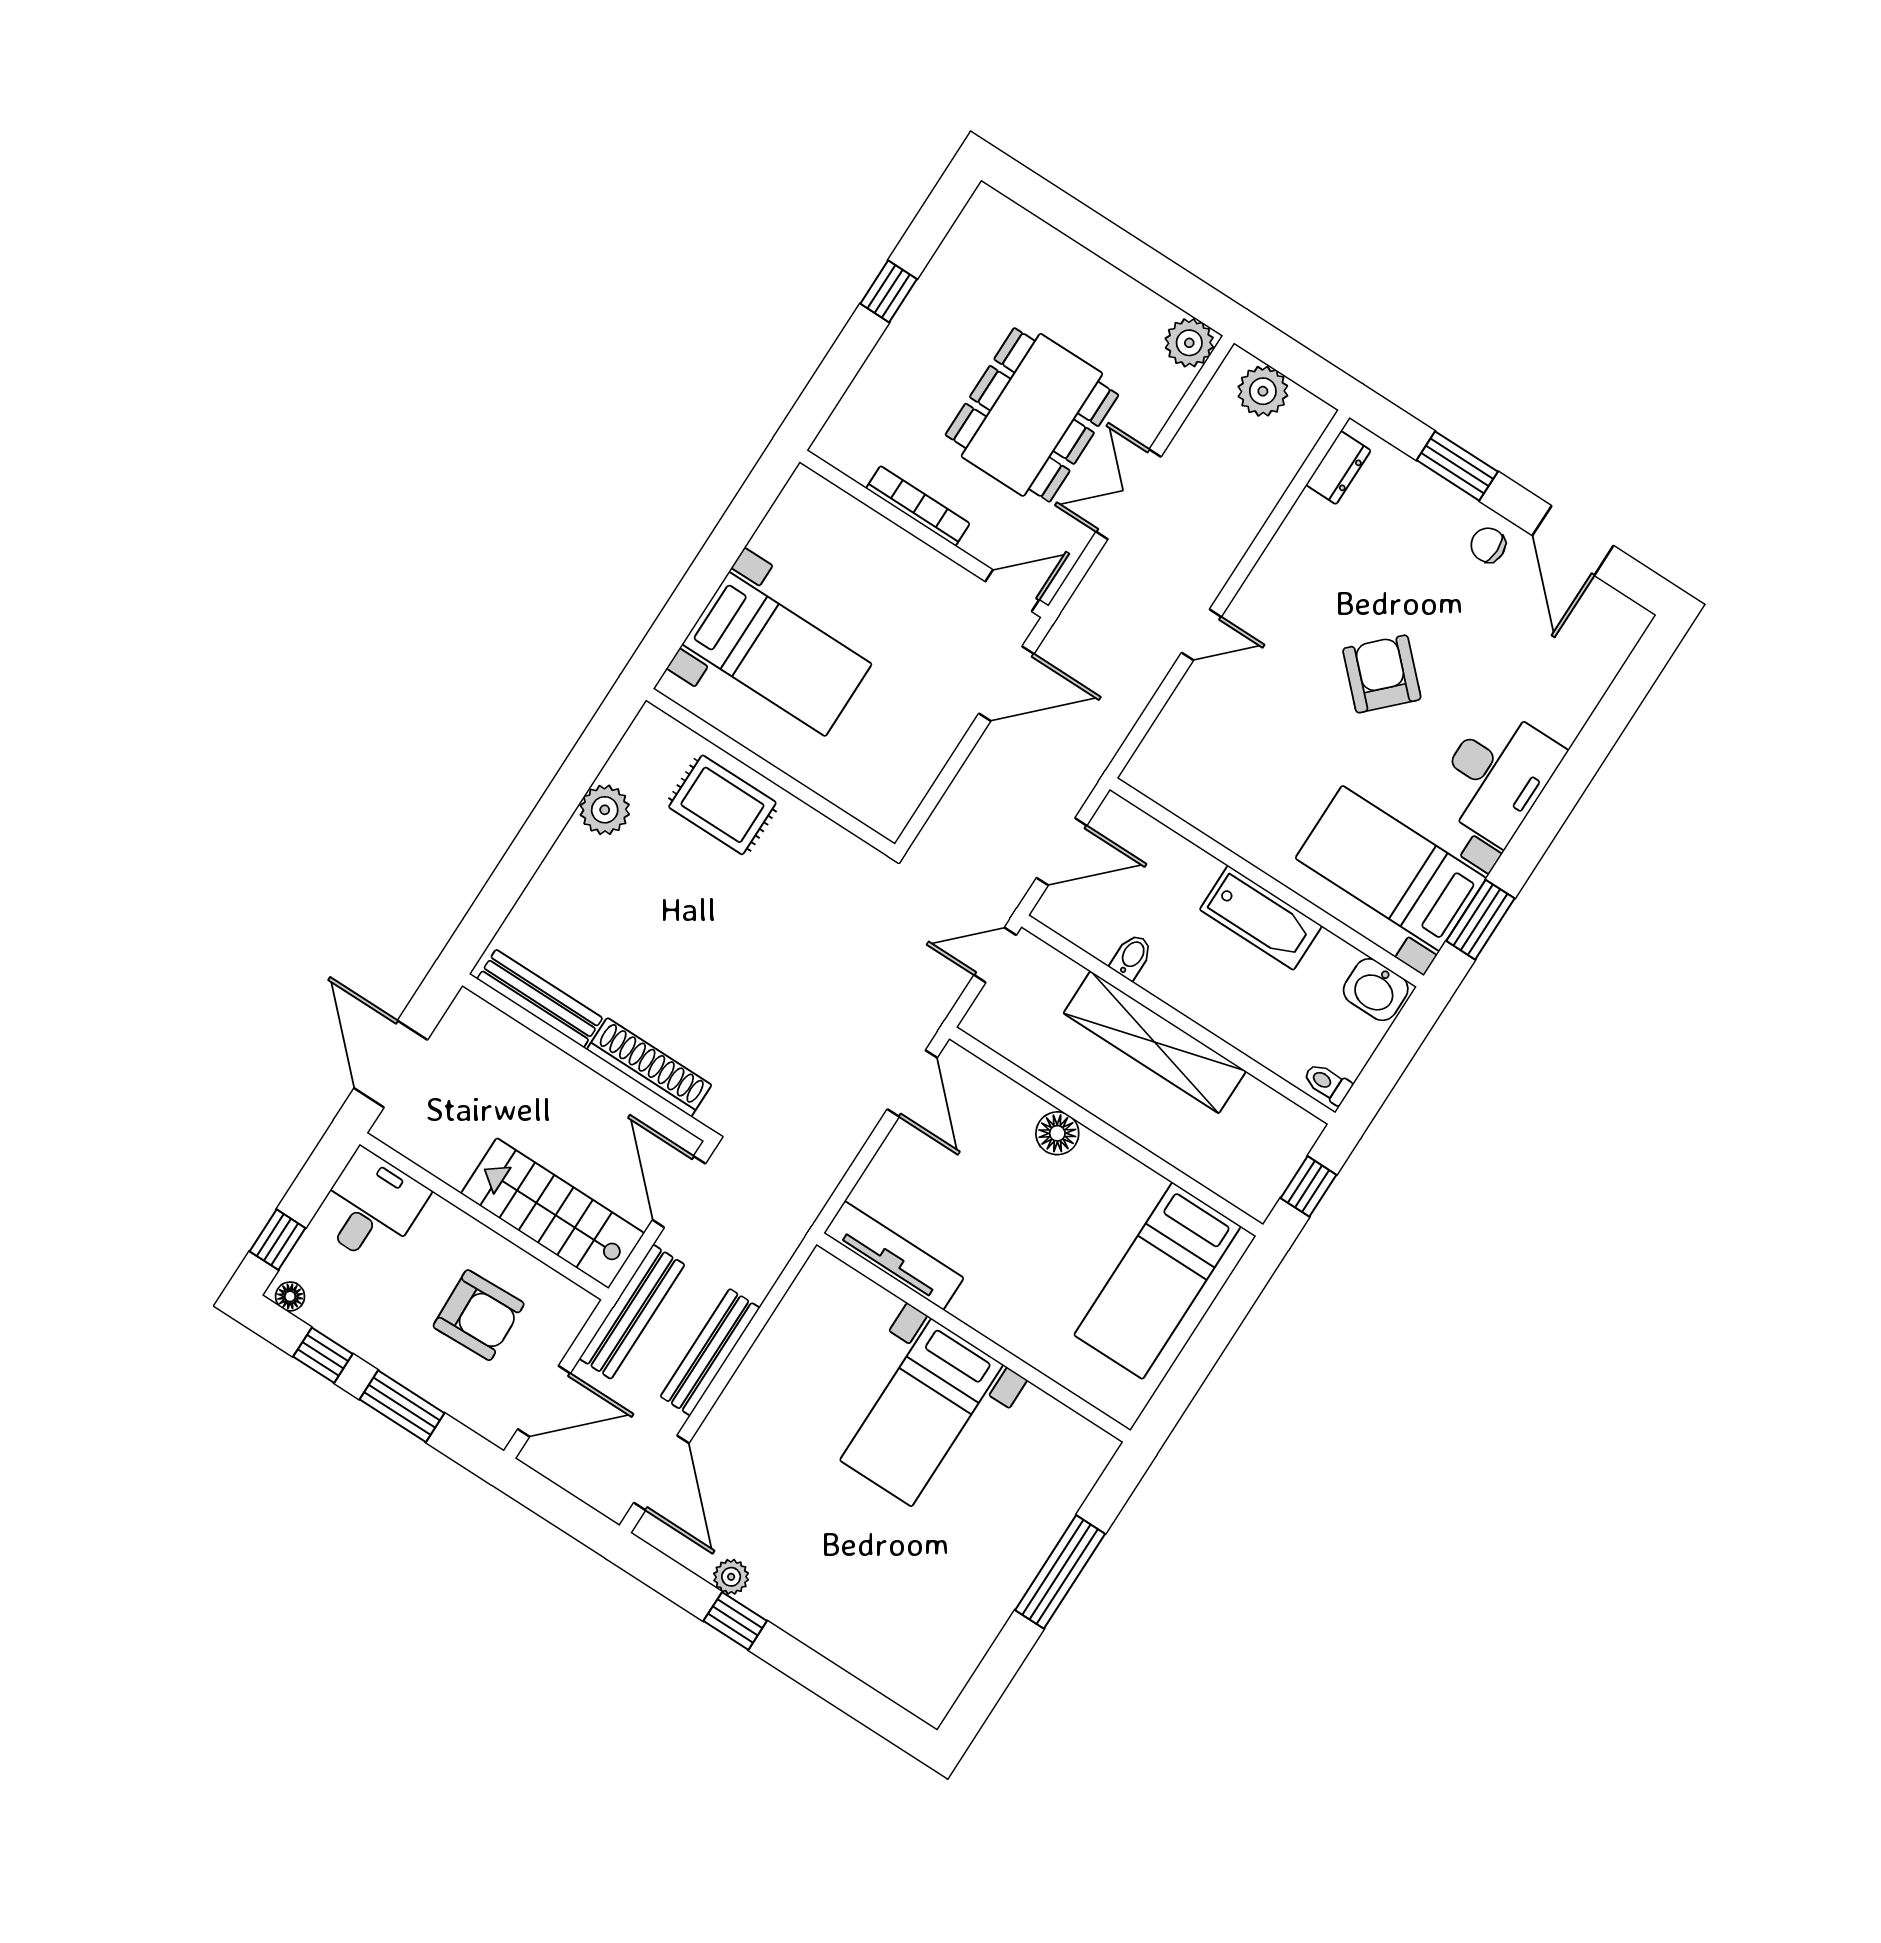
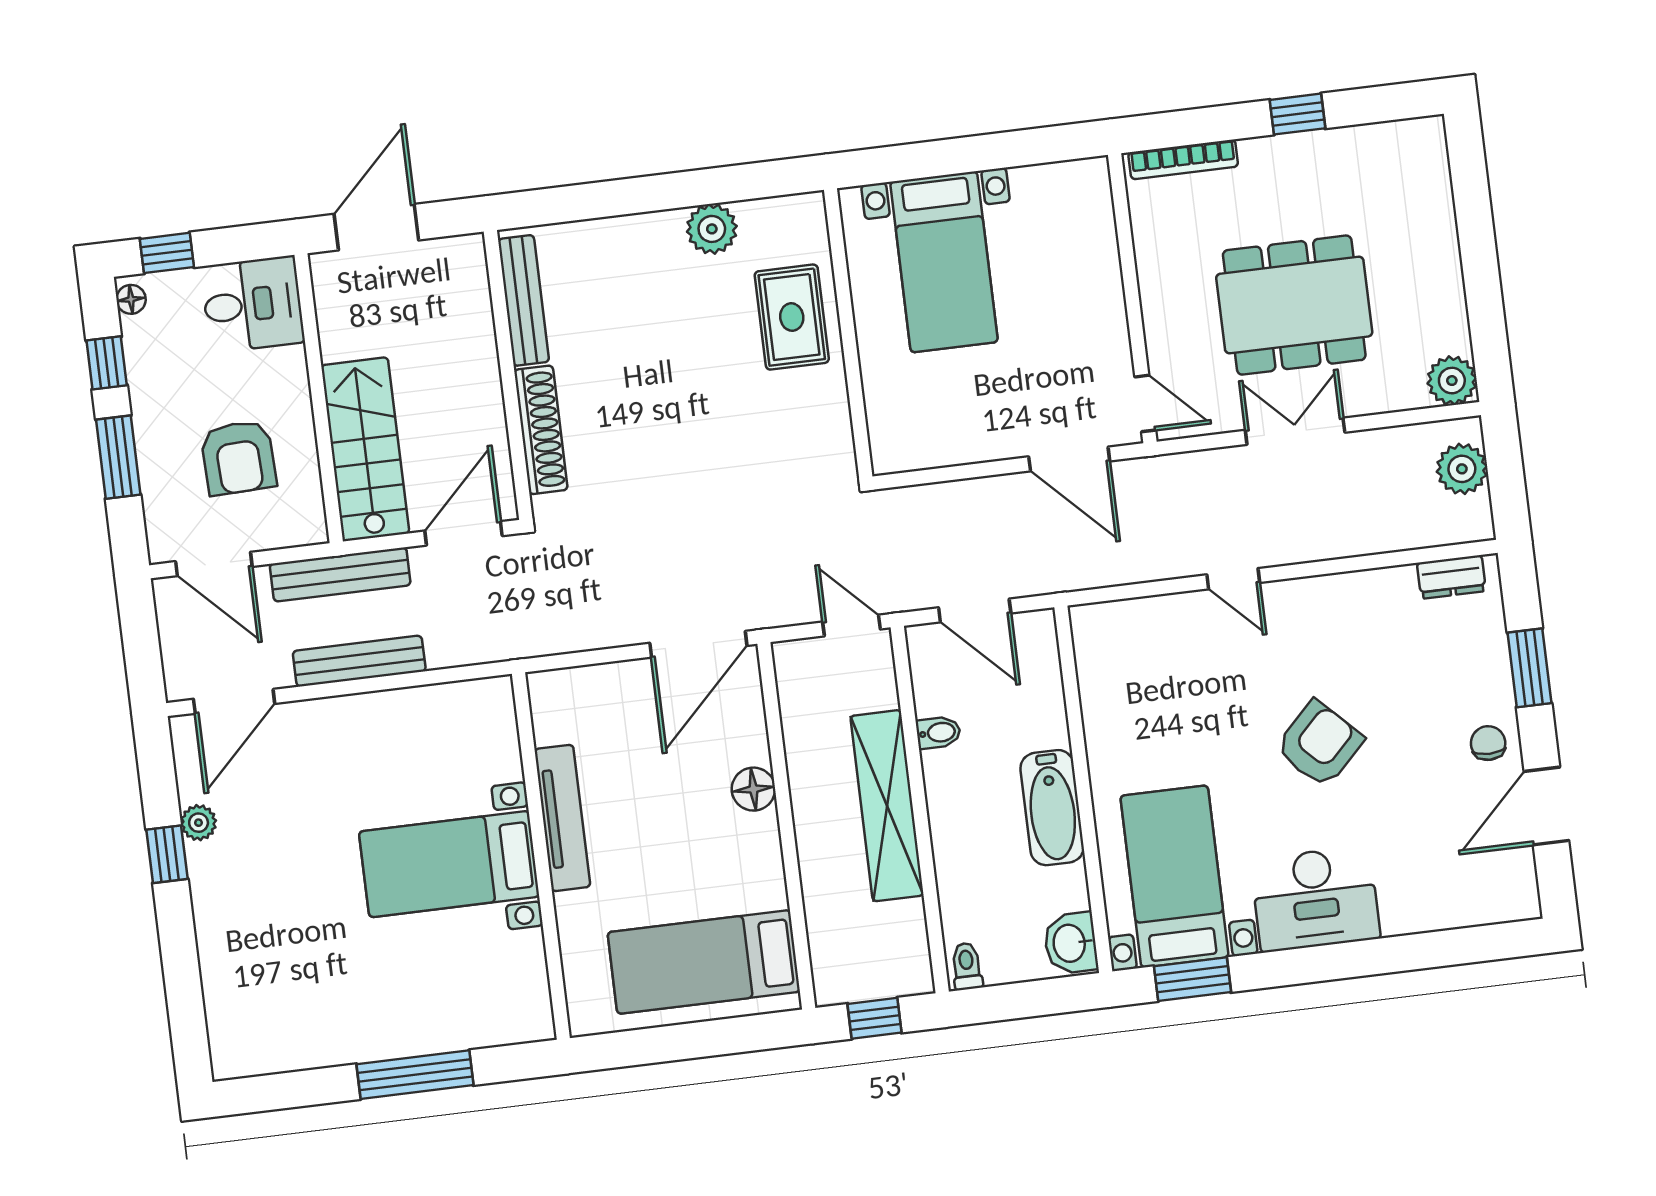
bookcase: (918, 506) -> (1183, 159), moved, turned 90
door: (912, 1083) -> (698, 644), width x1.36
tv unit: (894, 1255) -> (562, 818), moved

